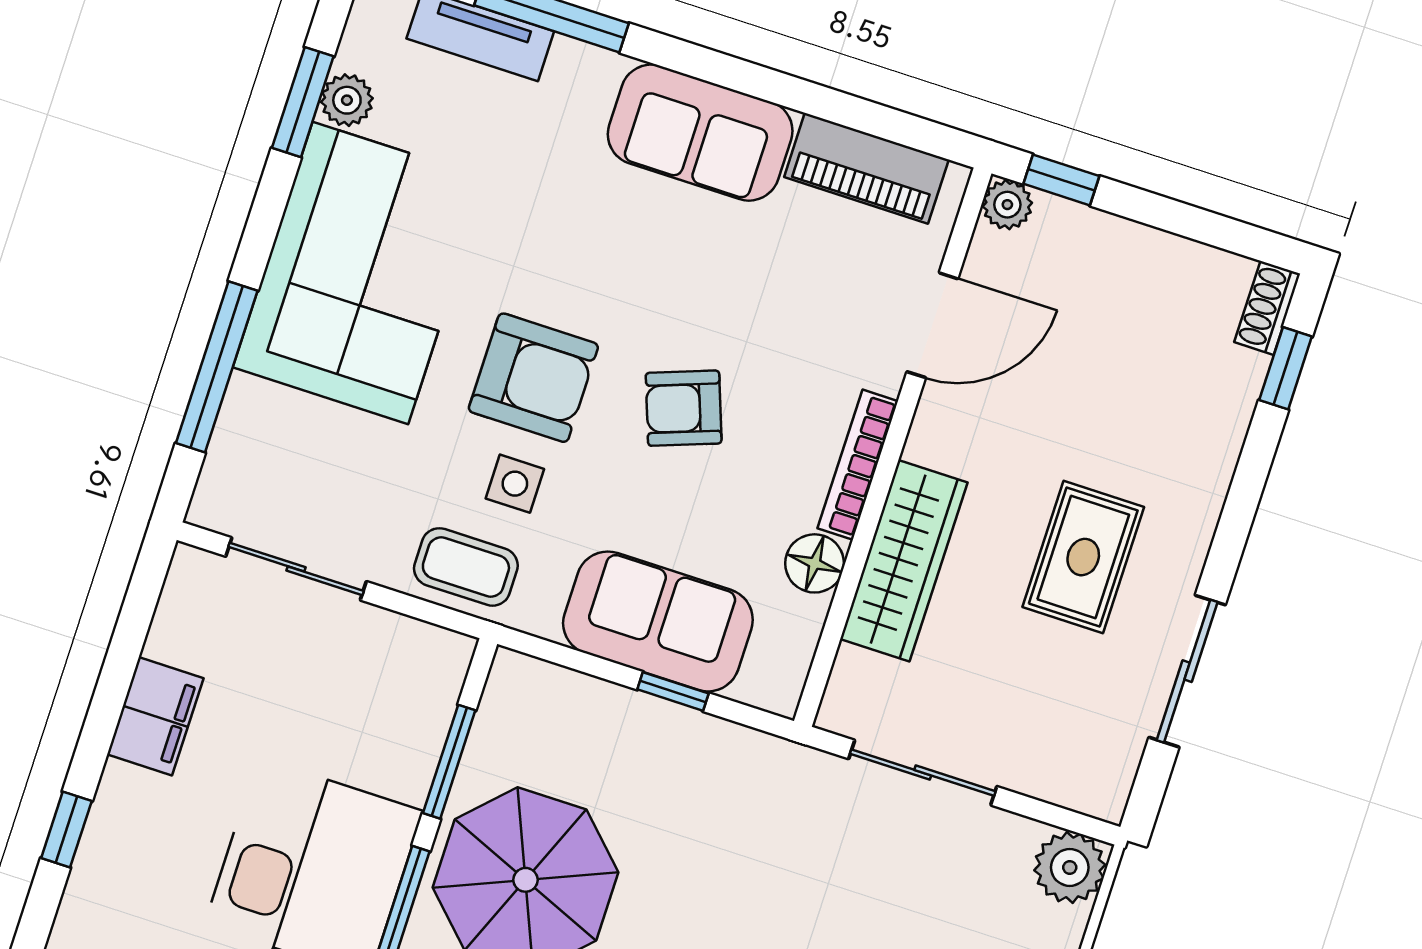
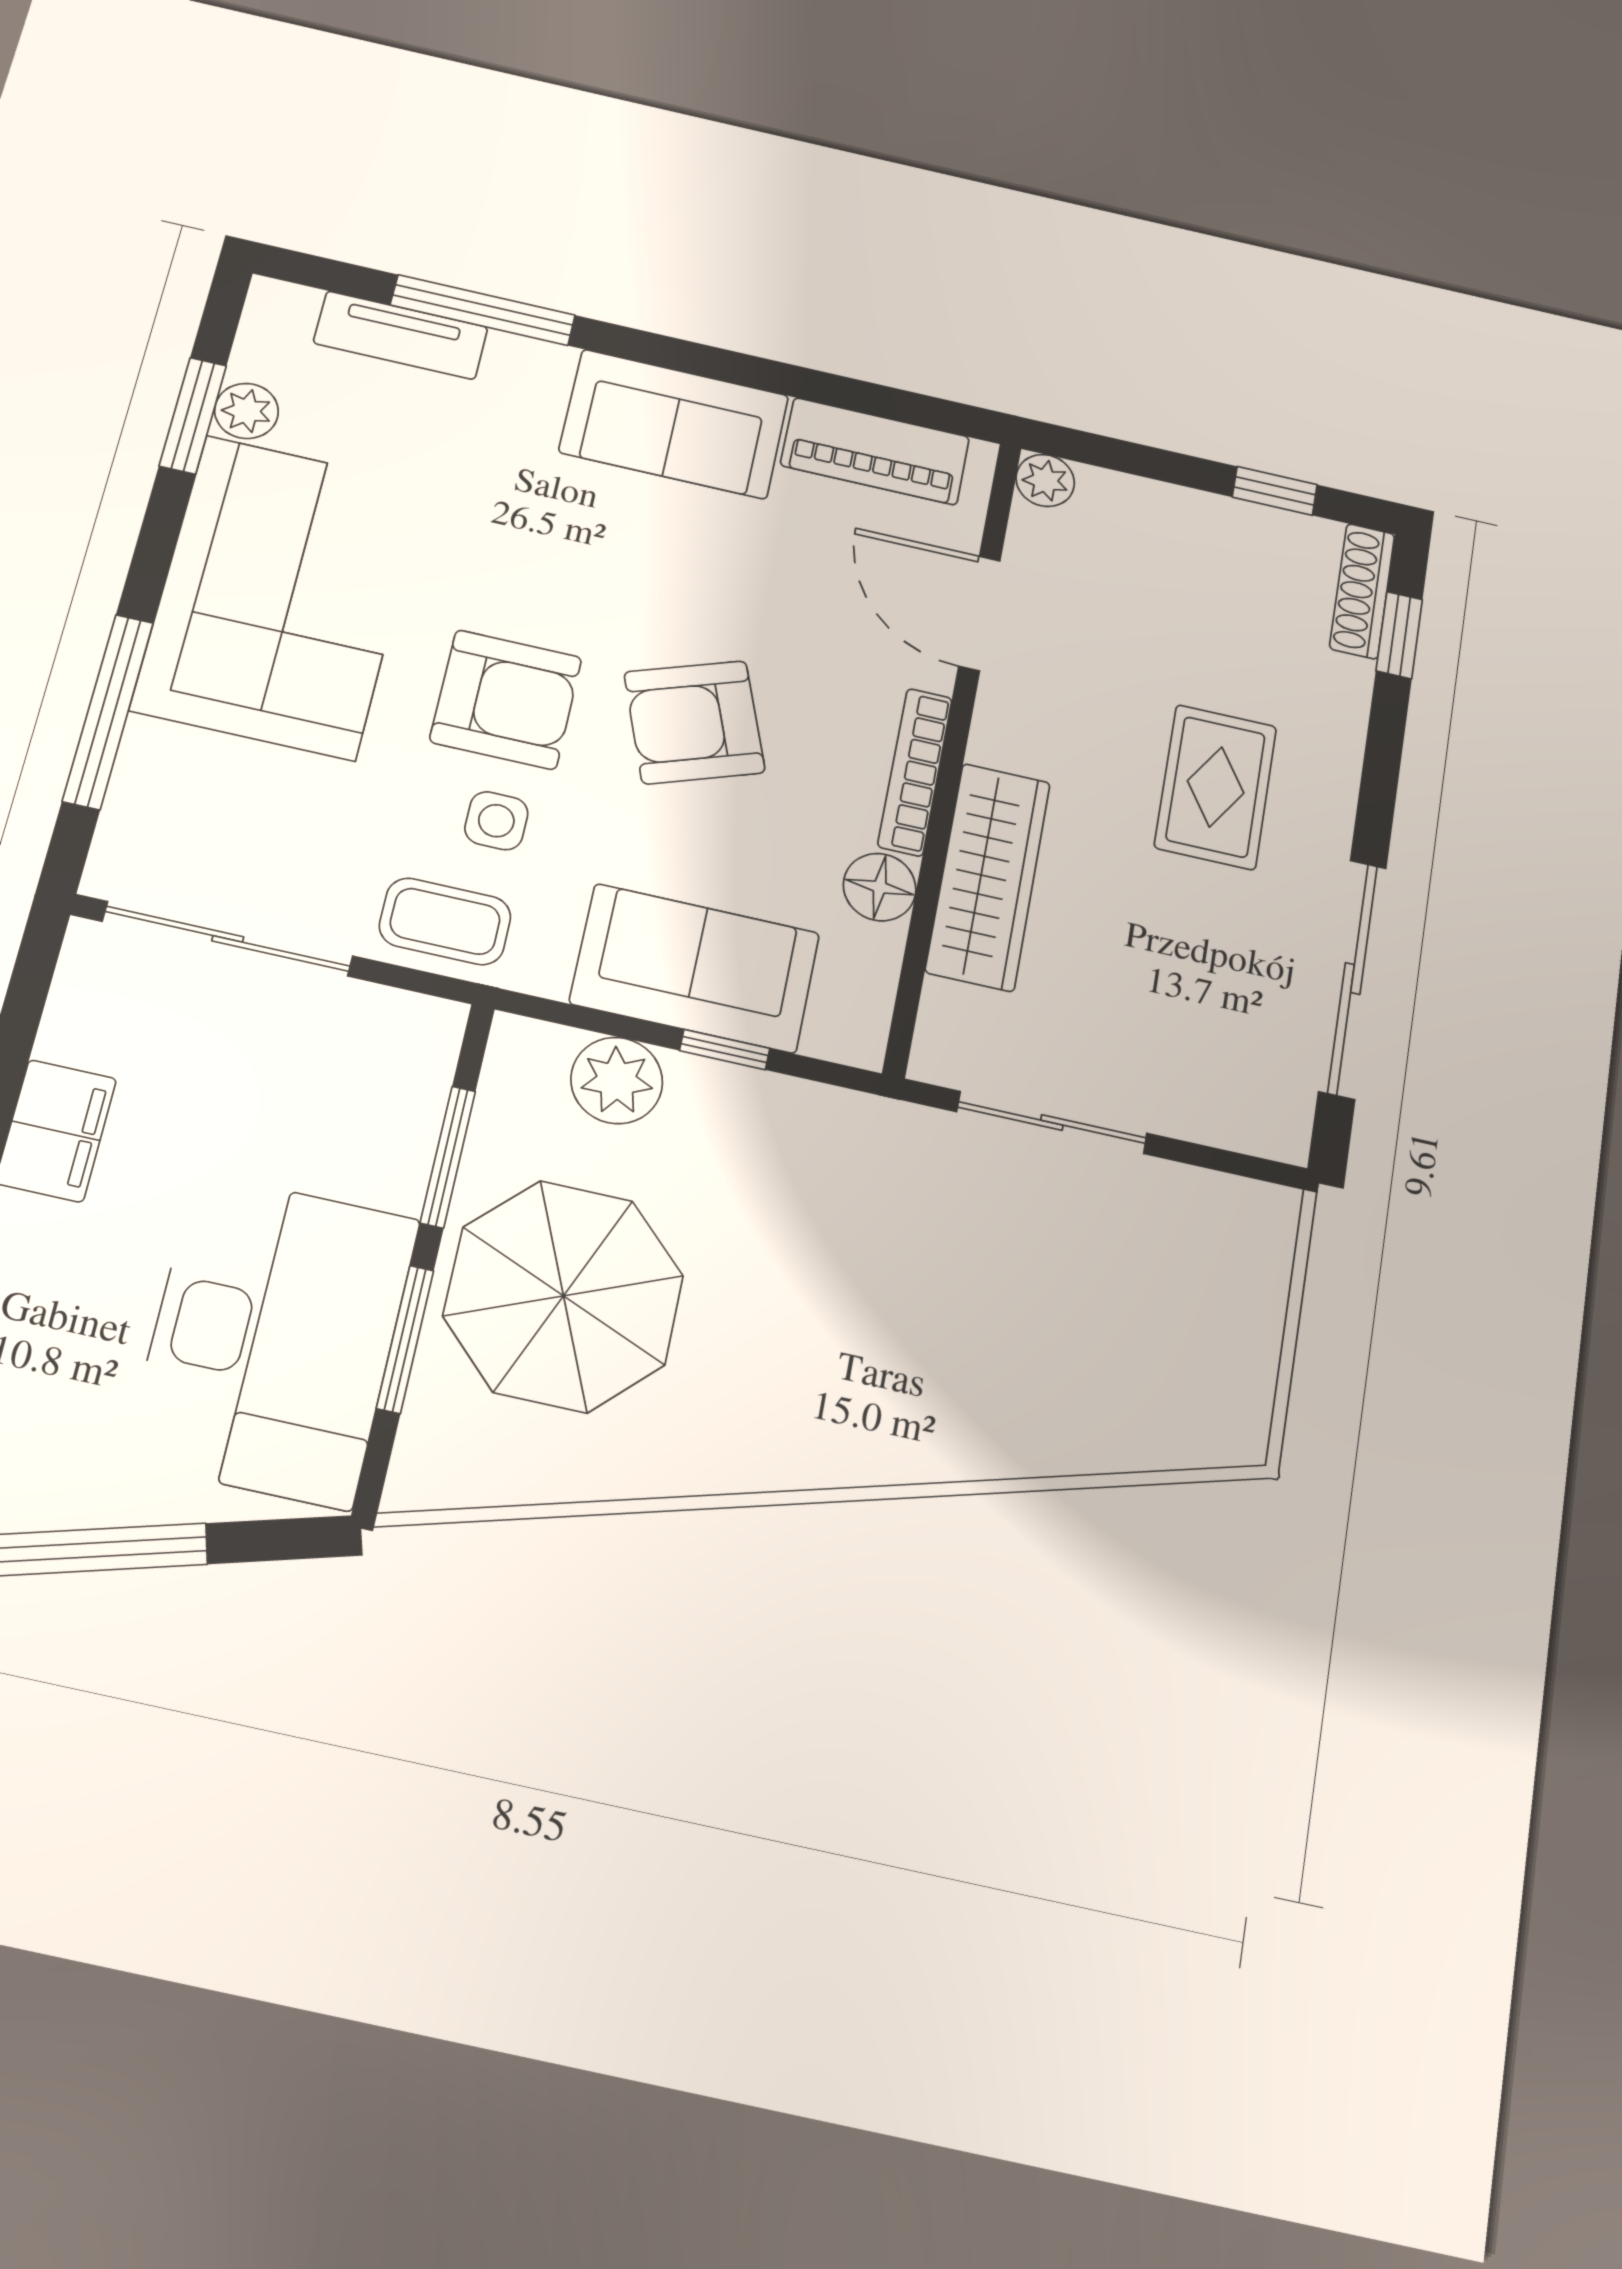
window: (1061, 180) -> (1275, 491), moved
shoe rack: (1267, 308) -> (1362, 591), width x1.43
door: (932, 325) -> (979, 613), swing flipped
armchair: (684, 408) -> (694, 722), width x1.38, depth x1.38
rug: (1083, 557) -> (1216, 787), moved
sliding door: (296, 569) -> (228, 939), width x1.37
sliding door: (1187, 671) -> (1353, 979), width x1.37
plant: (1070, 867) -> (617, 1080), moved

